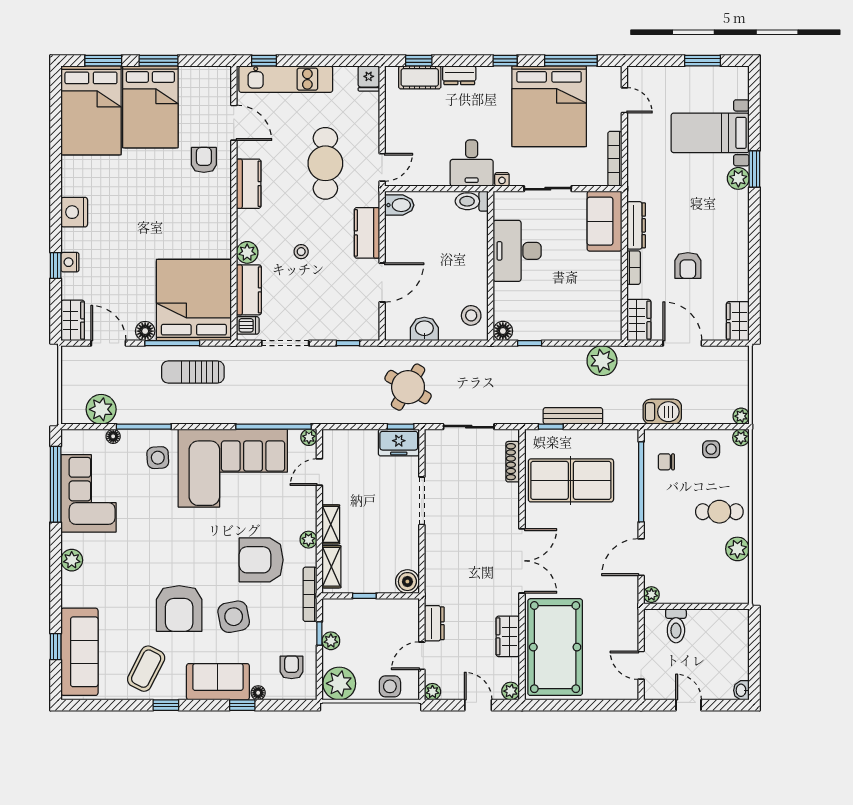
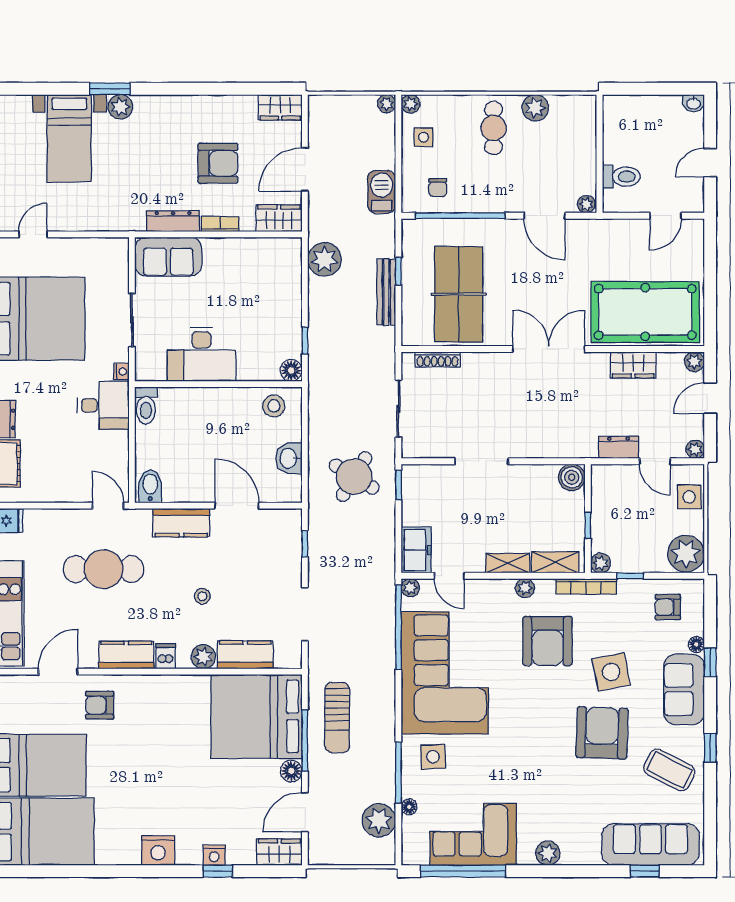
bookcase: (615, 159) -> (98, 245), removed
armchair: (688, 266) -> (218, 163), width x1.38, depth x1.38
dishwasher: (248, 325) -> (166, 656), moved
window: (551, 427) -> (398, 271), moved
freezer: (399, 443) -> (416, 550), moved
armchair: (179, 609) -> (602, 733), turned -88
plant: (331, 641) -> (601, 563), moved

